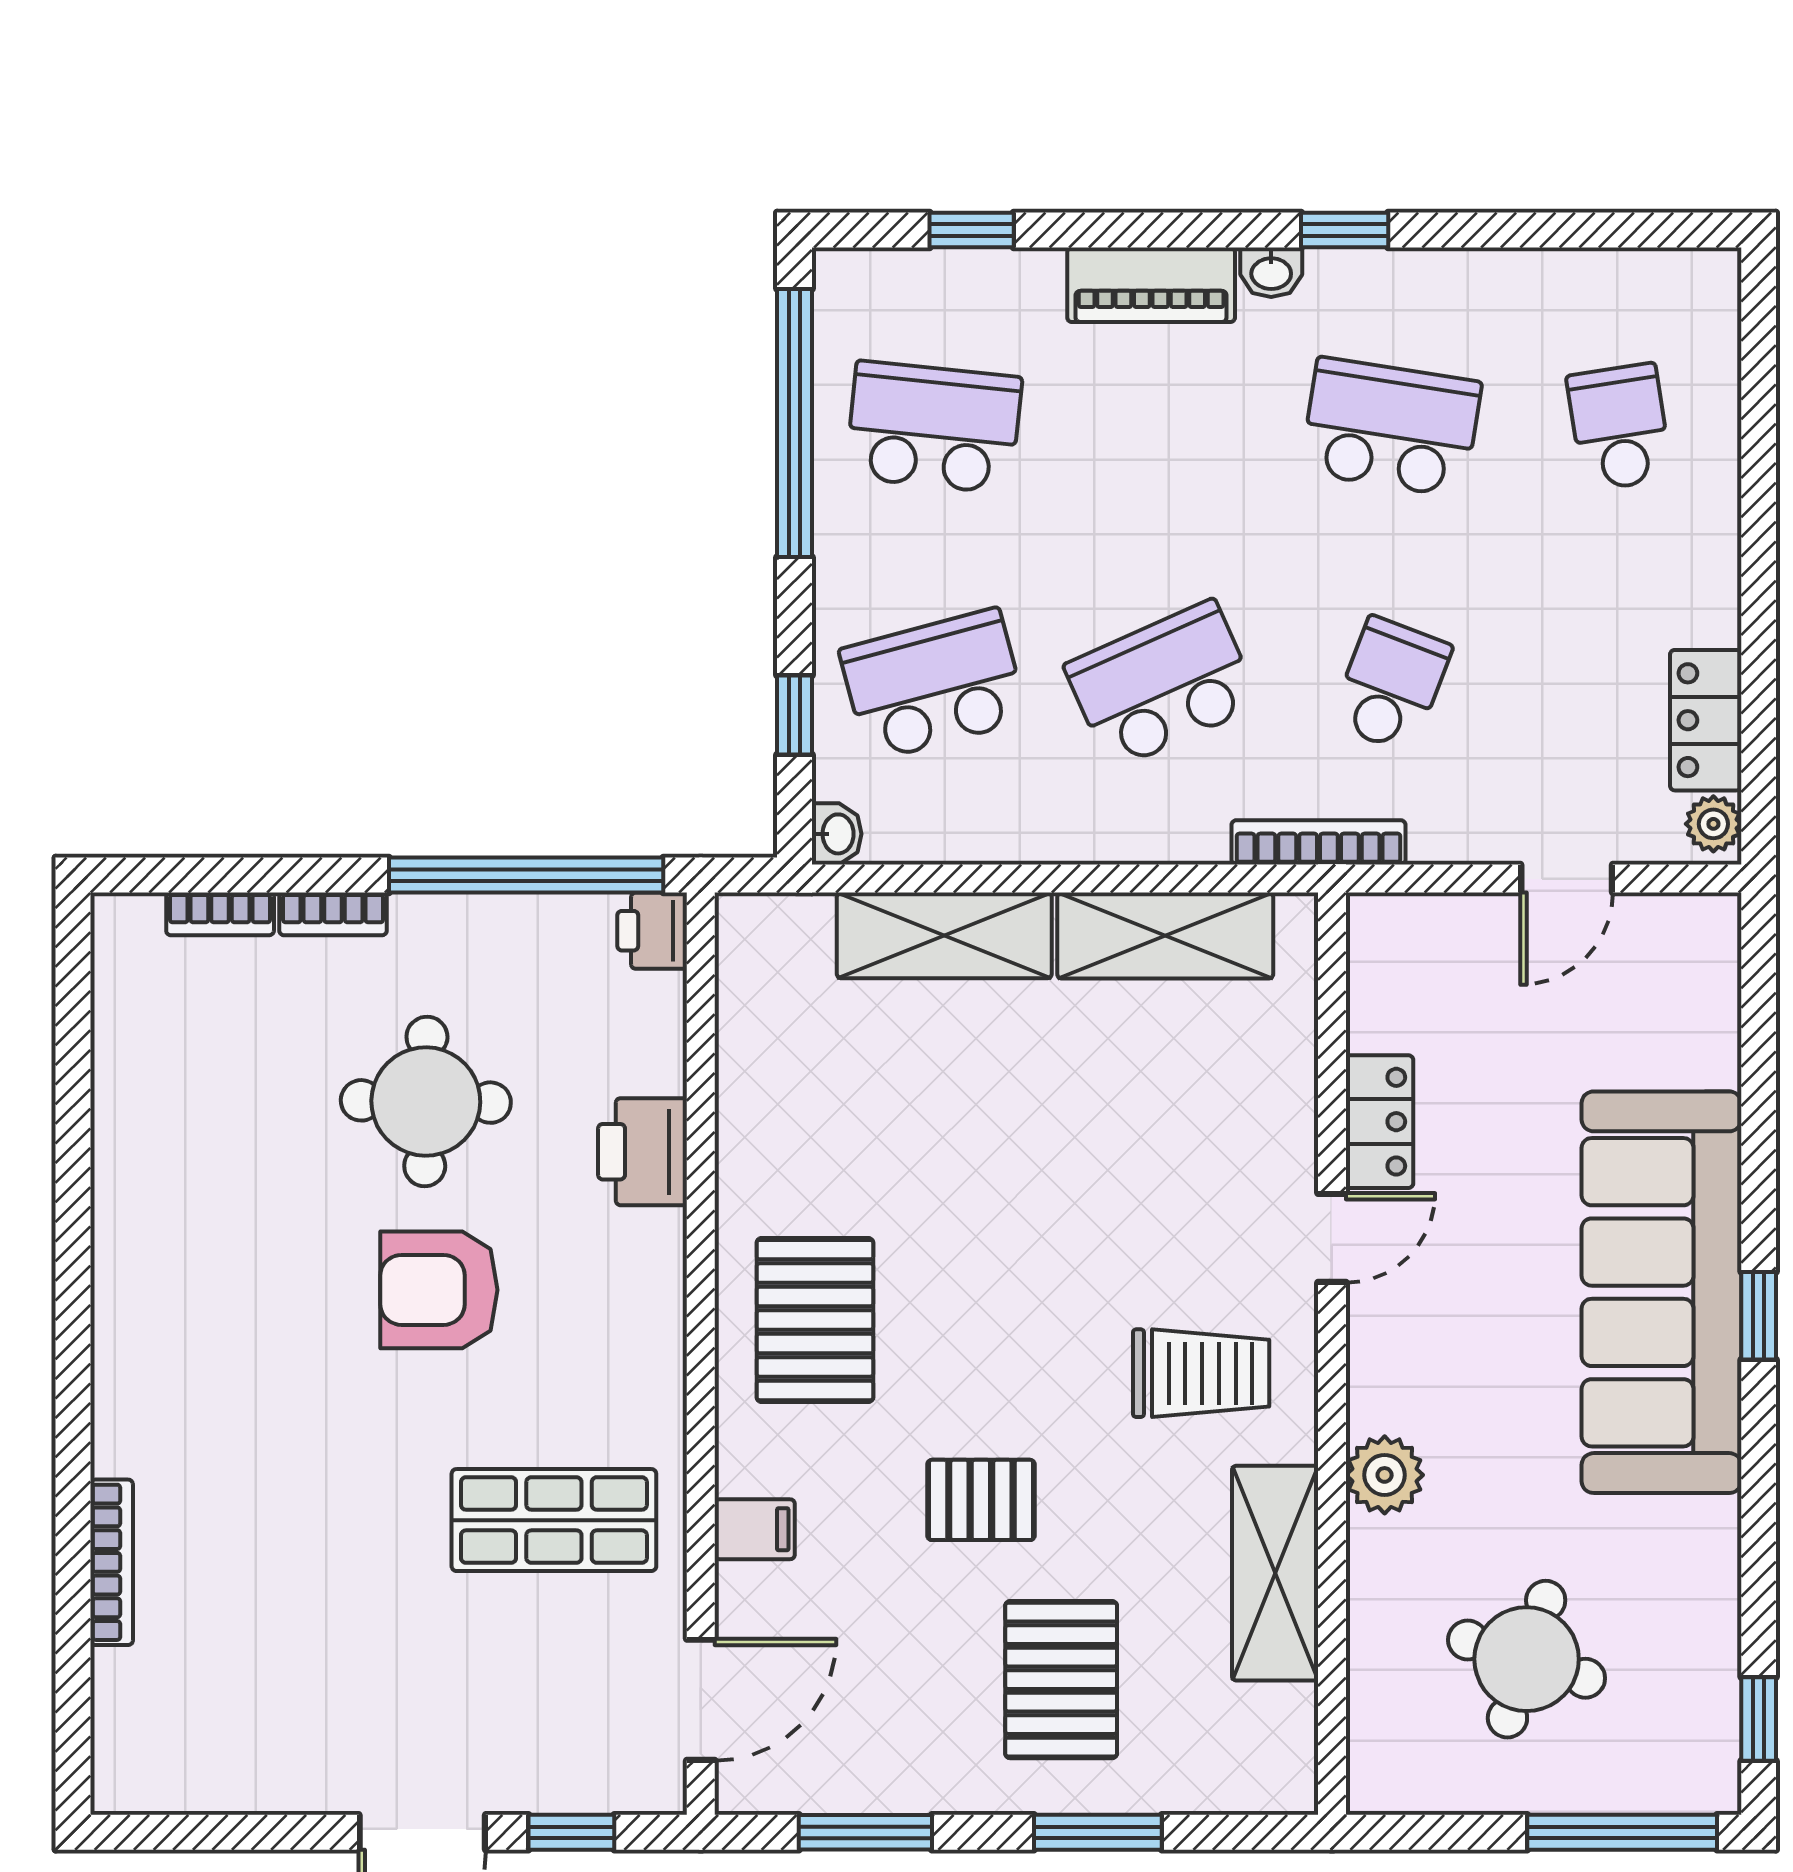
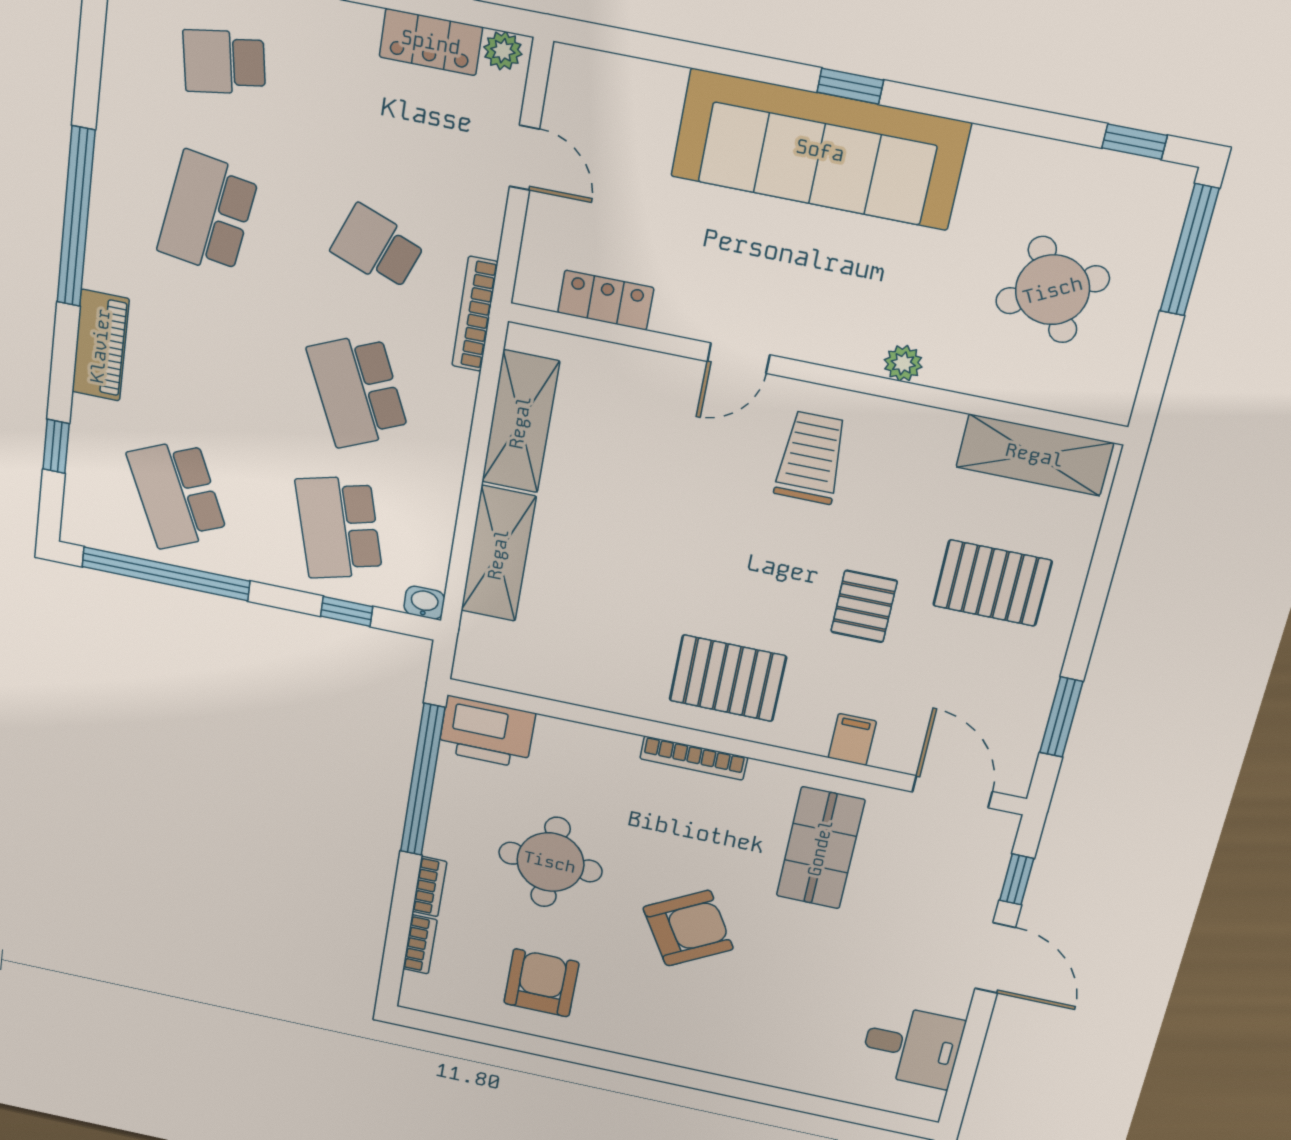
window: (1345, 230) -> (76, 217), width x3.17
washbasin: (1271, 272) -> (99, 269), removed
school desk: (934, 427) -> (177, 494), turned -30
printer: (652, 931) -> (487, 732), width x1.87, depth x1.48
locker: (1379, 1122) -> (606, 300), moved
armchair: (196, 1123) -> (541, 983), added
printer: (643, 1152) -> (603, 752), removed
door: (1332, 1238) -> (738, 358), swing flipped
armchair: (439, 1290) -> (688, 928), moved, turned -120
plant: (1385, 1475) -> (903, 363), width x0.73, depth x0.73
bookcase: (112, 1562) -> (694, 758), moved, turned 180
shelving: (1275, 1573) -> (1035, 455), moved
round table: (1527, 1659) -> (1053, 290), turned 45
desk: (226, 1740) -> (912, 1046), added
window: (1098, 1832) -> (1098, 582), removed

